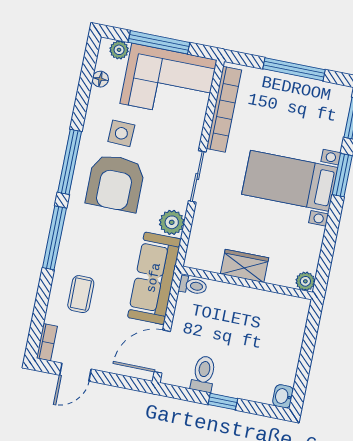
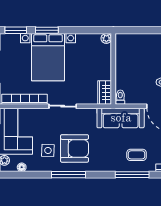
bed with nightstands: (290, 181) -> (48, 57), width x1.36
plant: (172, 222) -> (89, 115), removed
window: (54, 238) -> (132, 175), moved
wardrobe: (244, 266) -> (105, 92), moved

